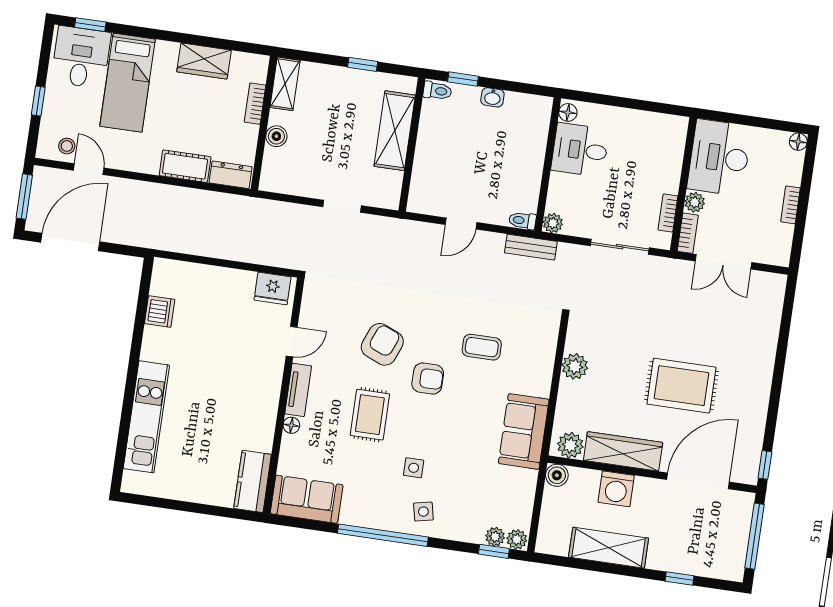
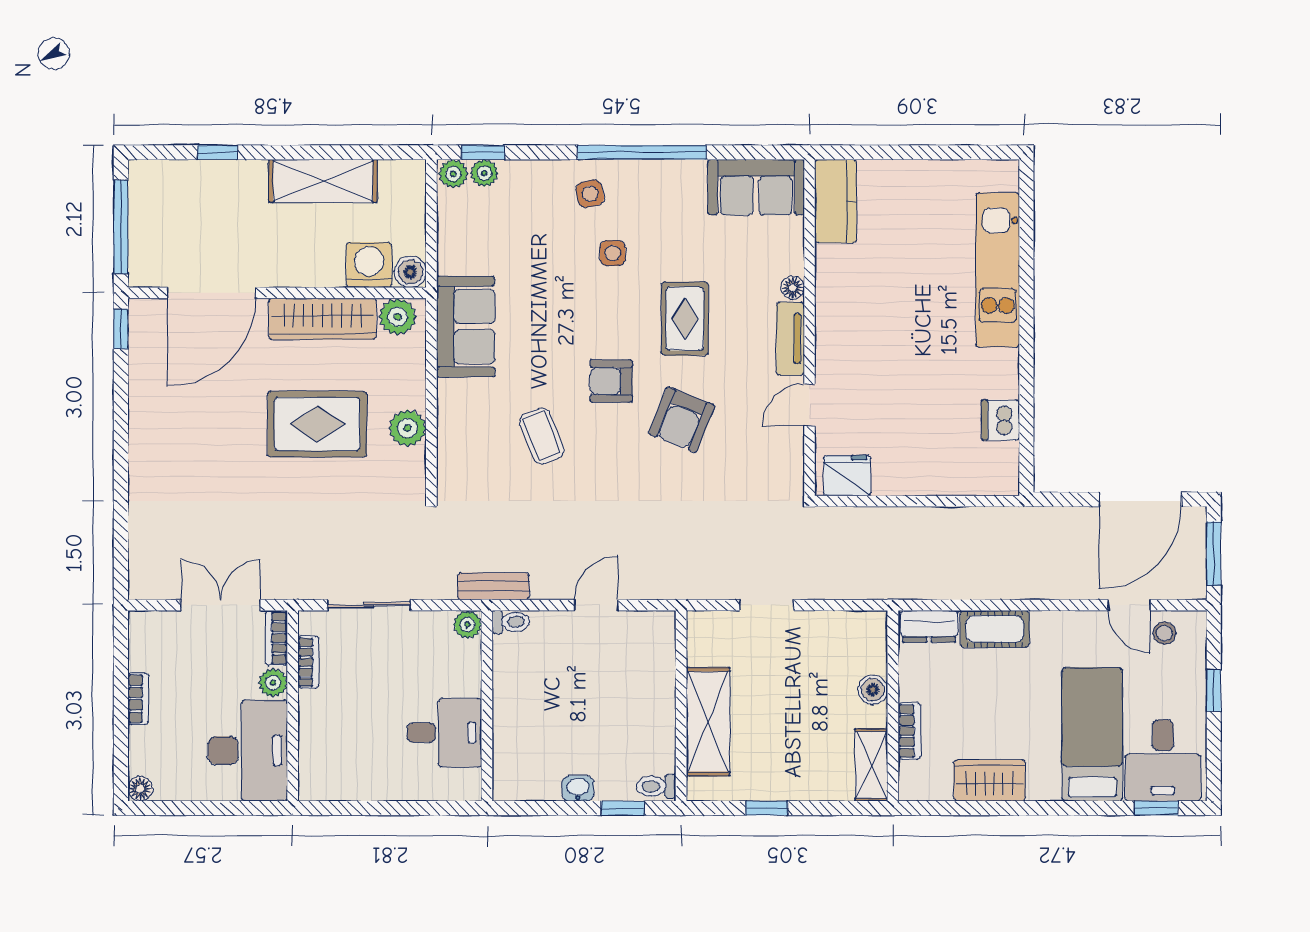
floor lamp: (568, 112) -> (469, 783), removed
coffee table: (482, 347) -> (542, 436), turned 68
rug: (681, 386) -> (317, 424), moved
washing machine: (616, 489) -> (369, 265), moved

